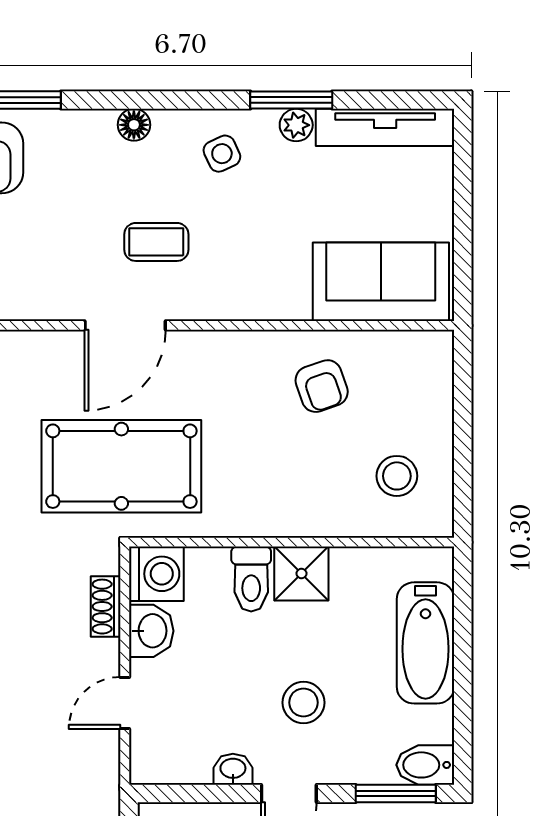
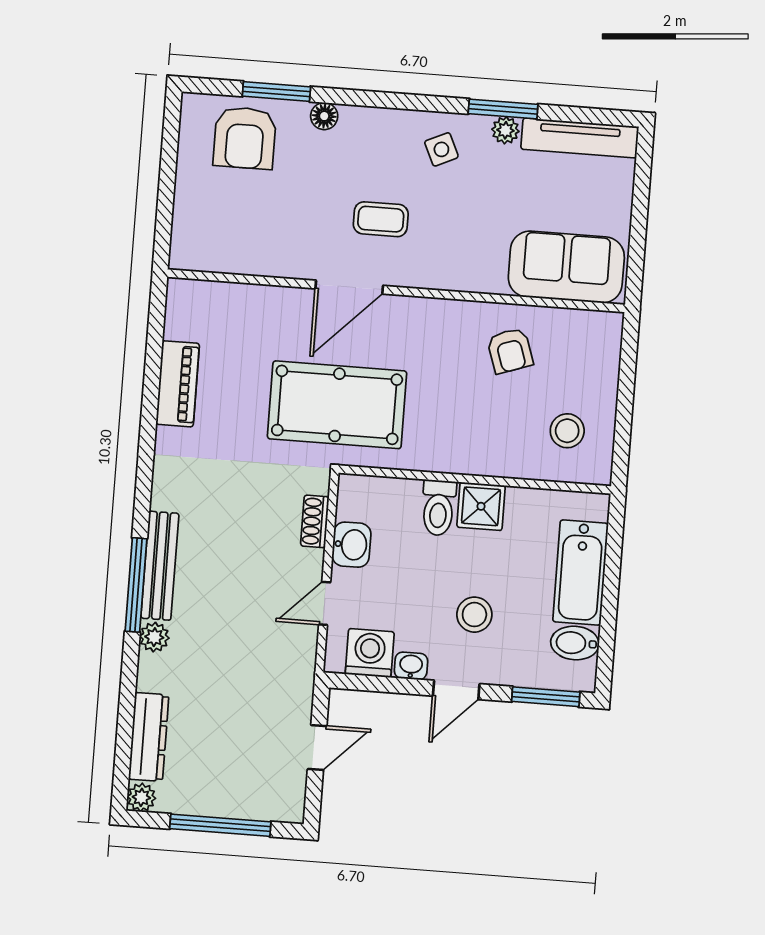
floor lamp: (134, 125) -> (324, 116), moved
washing machine: (156, 574) -> (370, 653), moved, turned -90
bidet: (425, 765) -> (575, 643), moved

